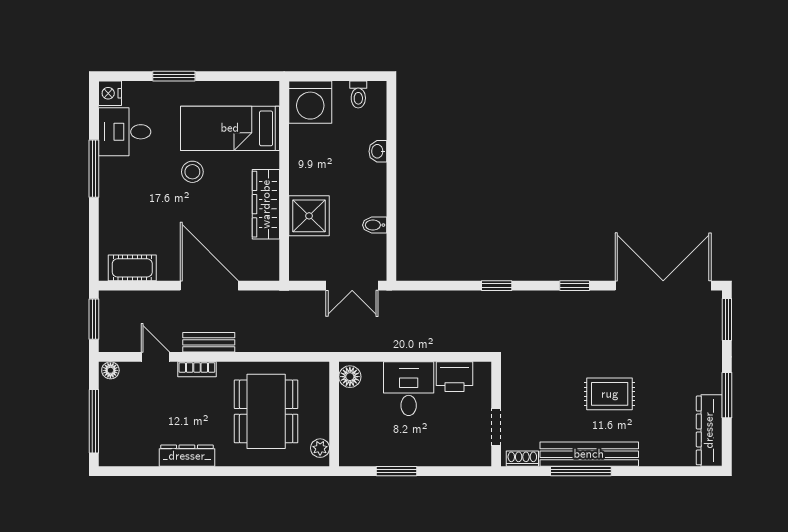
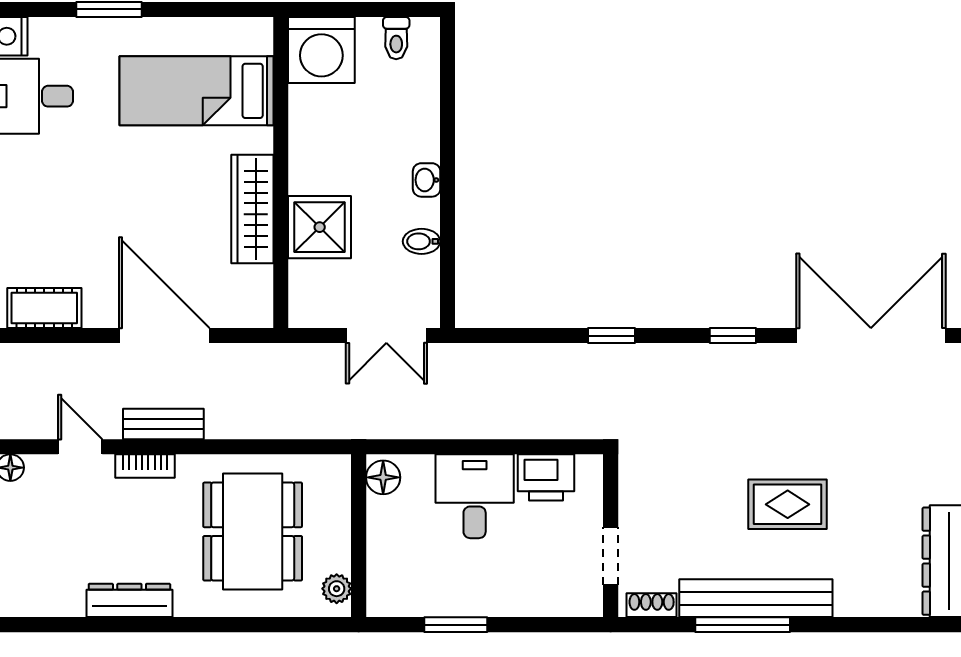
washbasin: (378, 151) -> (427, 180), moved
stool: (192, 172) -> (138, 158), removed

